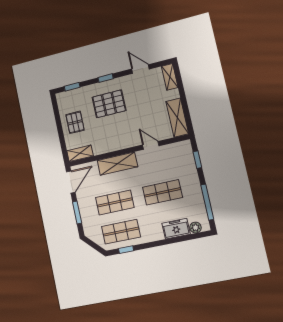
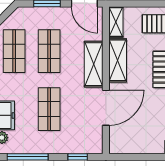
shelving: (177, 118) -> (118, 60), moved, turned 90
door: (151, 145) -> (106, 108), width x1.87

